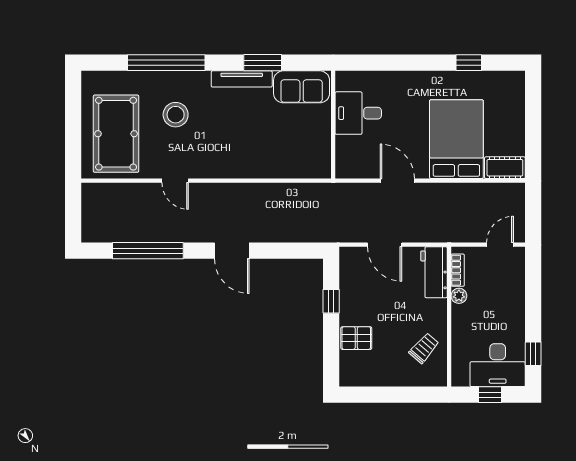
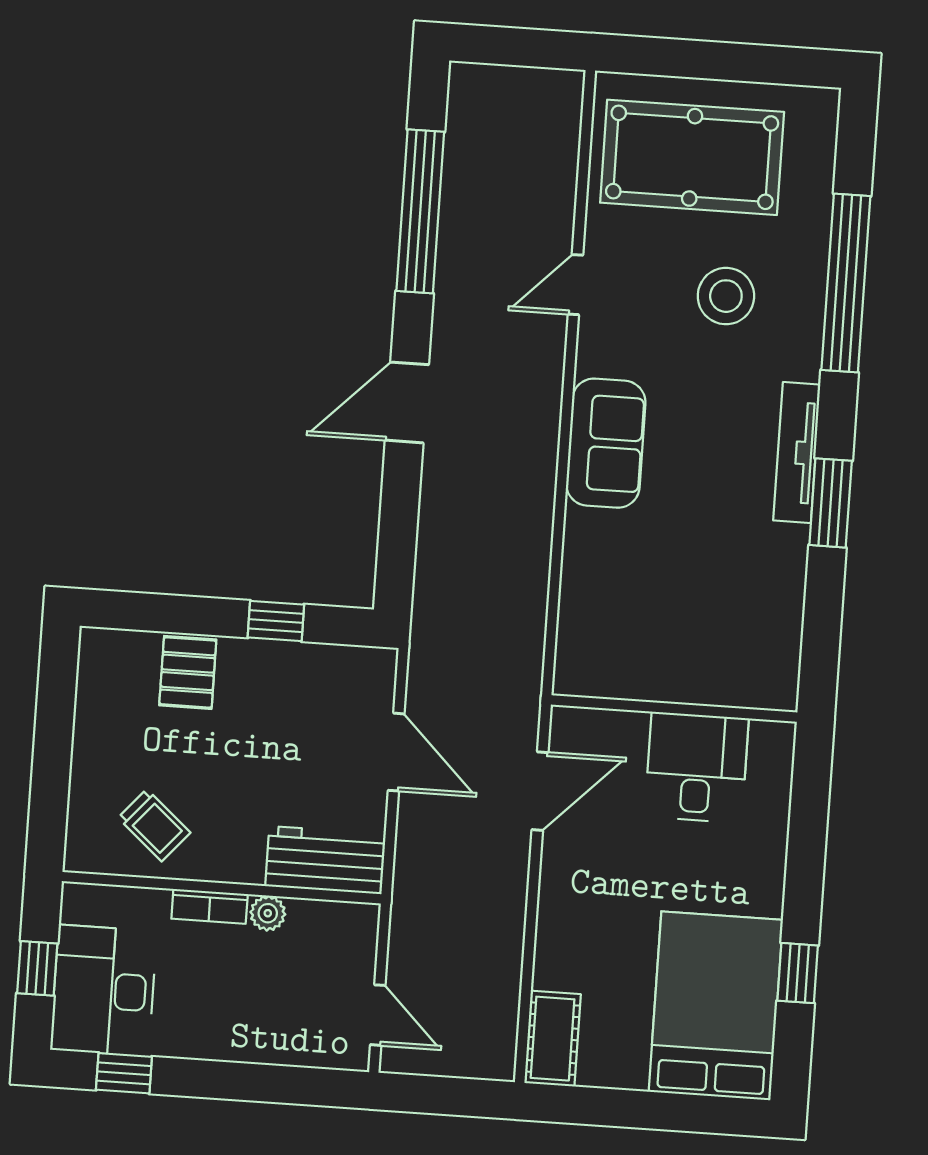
sofa: (302, 87) -> (606, 443), moved, turned 180
desk: (358, 113) -> (697, 767), moved
wall: (333, 125) -> (674, 709), moved
bed: (456, 139) -> (716, 1006), moved, turned -90
door: (385, 245) -> (396, 752), swing flipped
bookcase: (458, 270) -> (210, 906), moved

